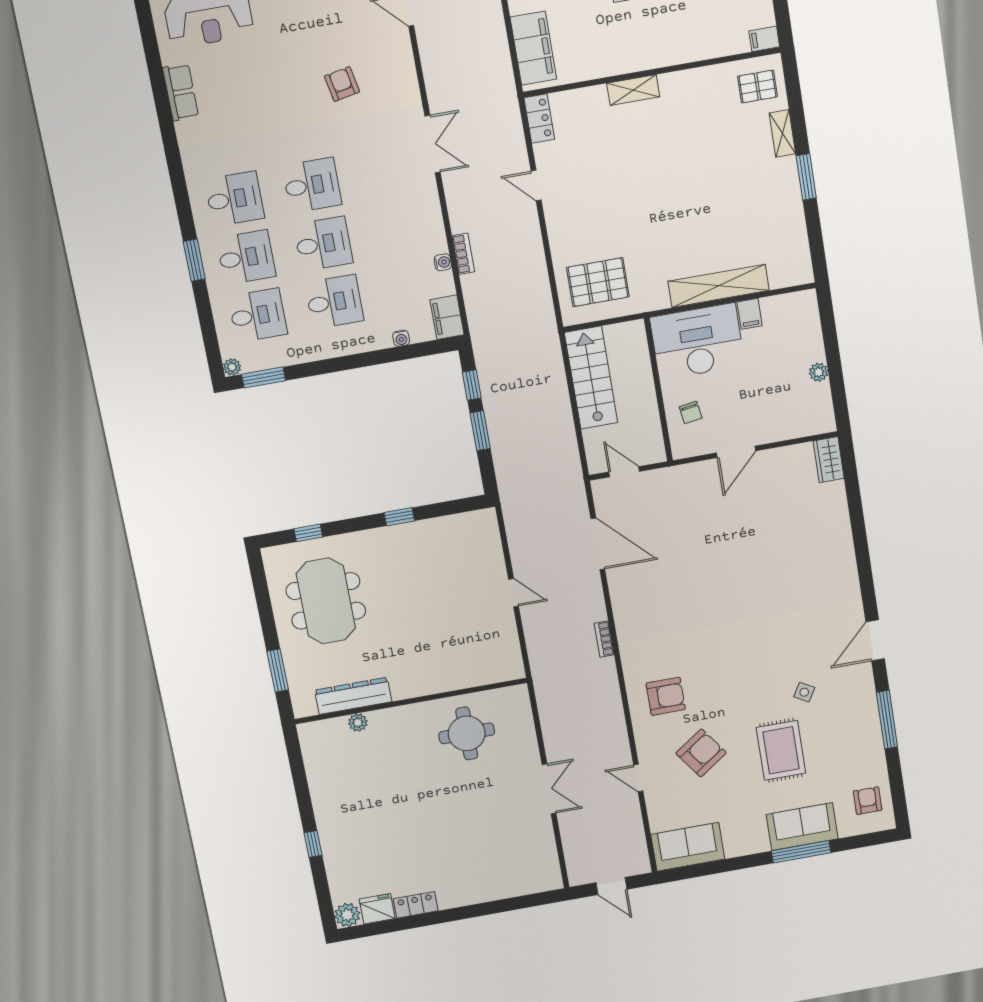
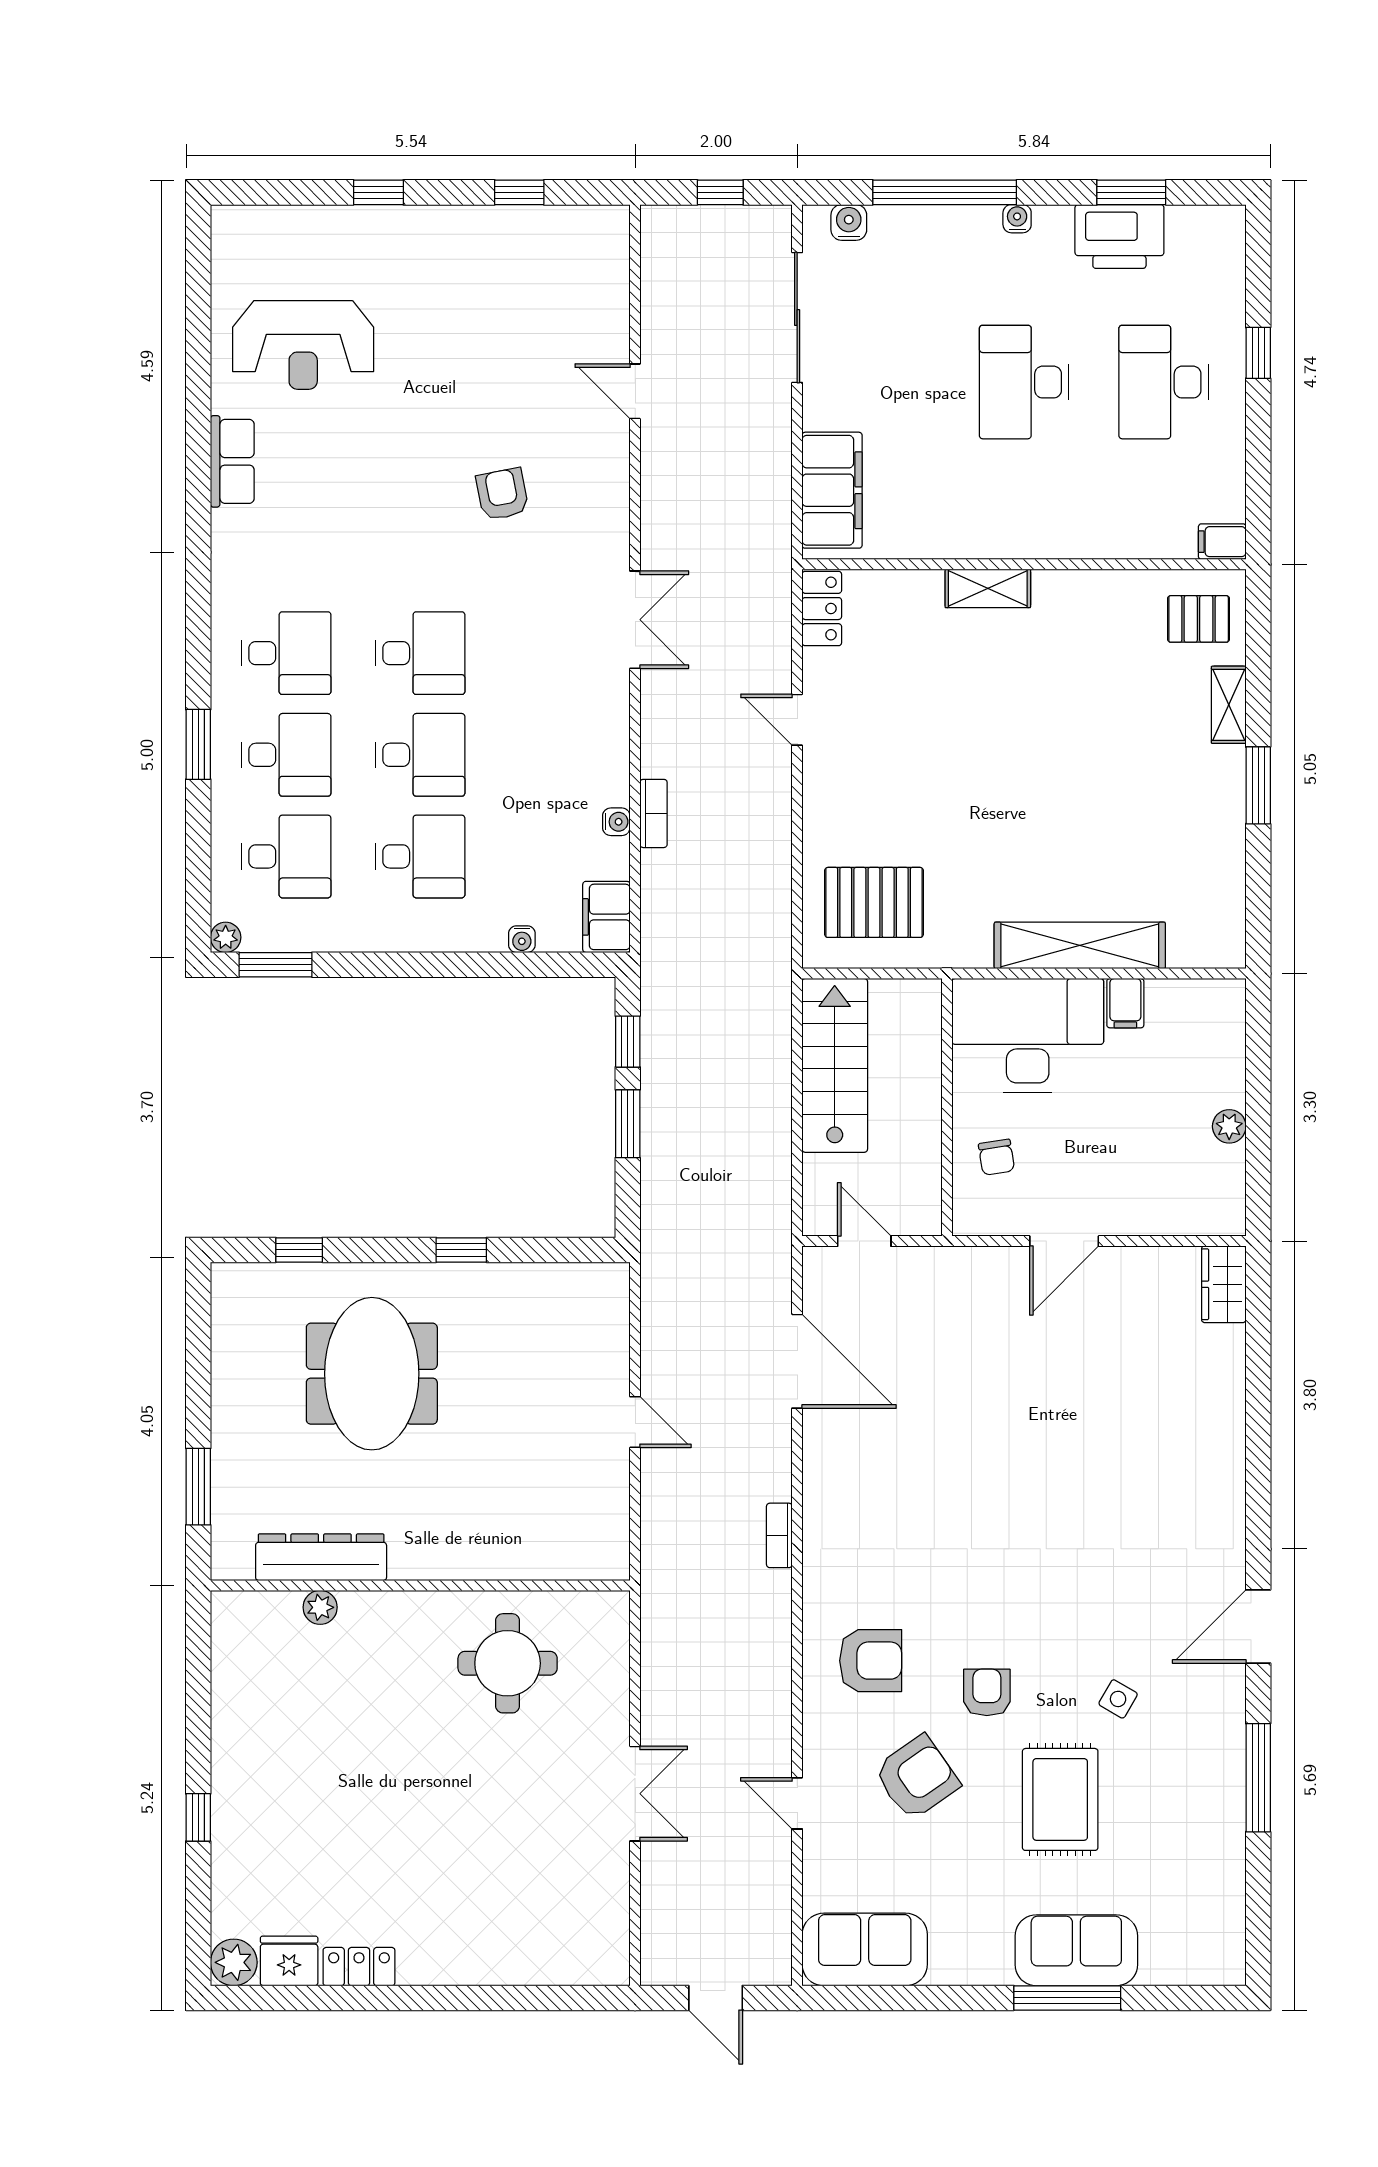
meeting table: (326, 601) -> (372, 1374), moved
armchair: (868, 801) -> (987, 1692), moved

